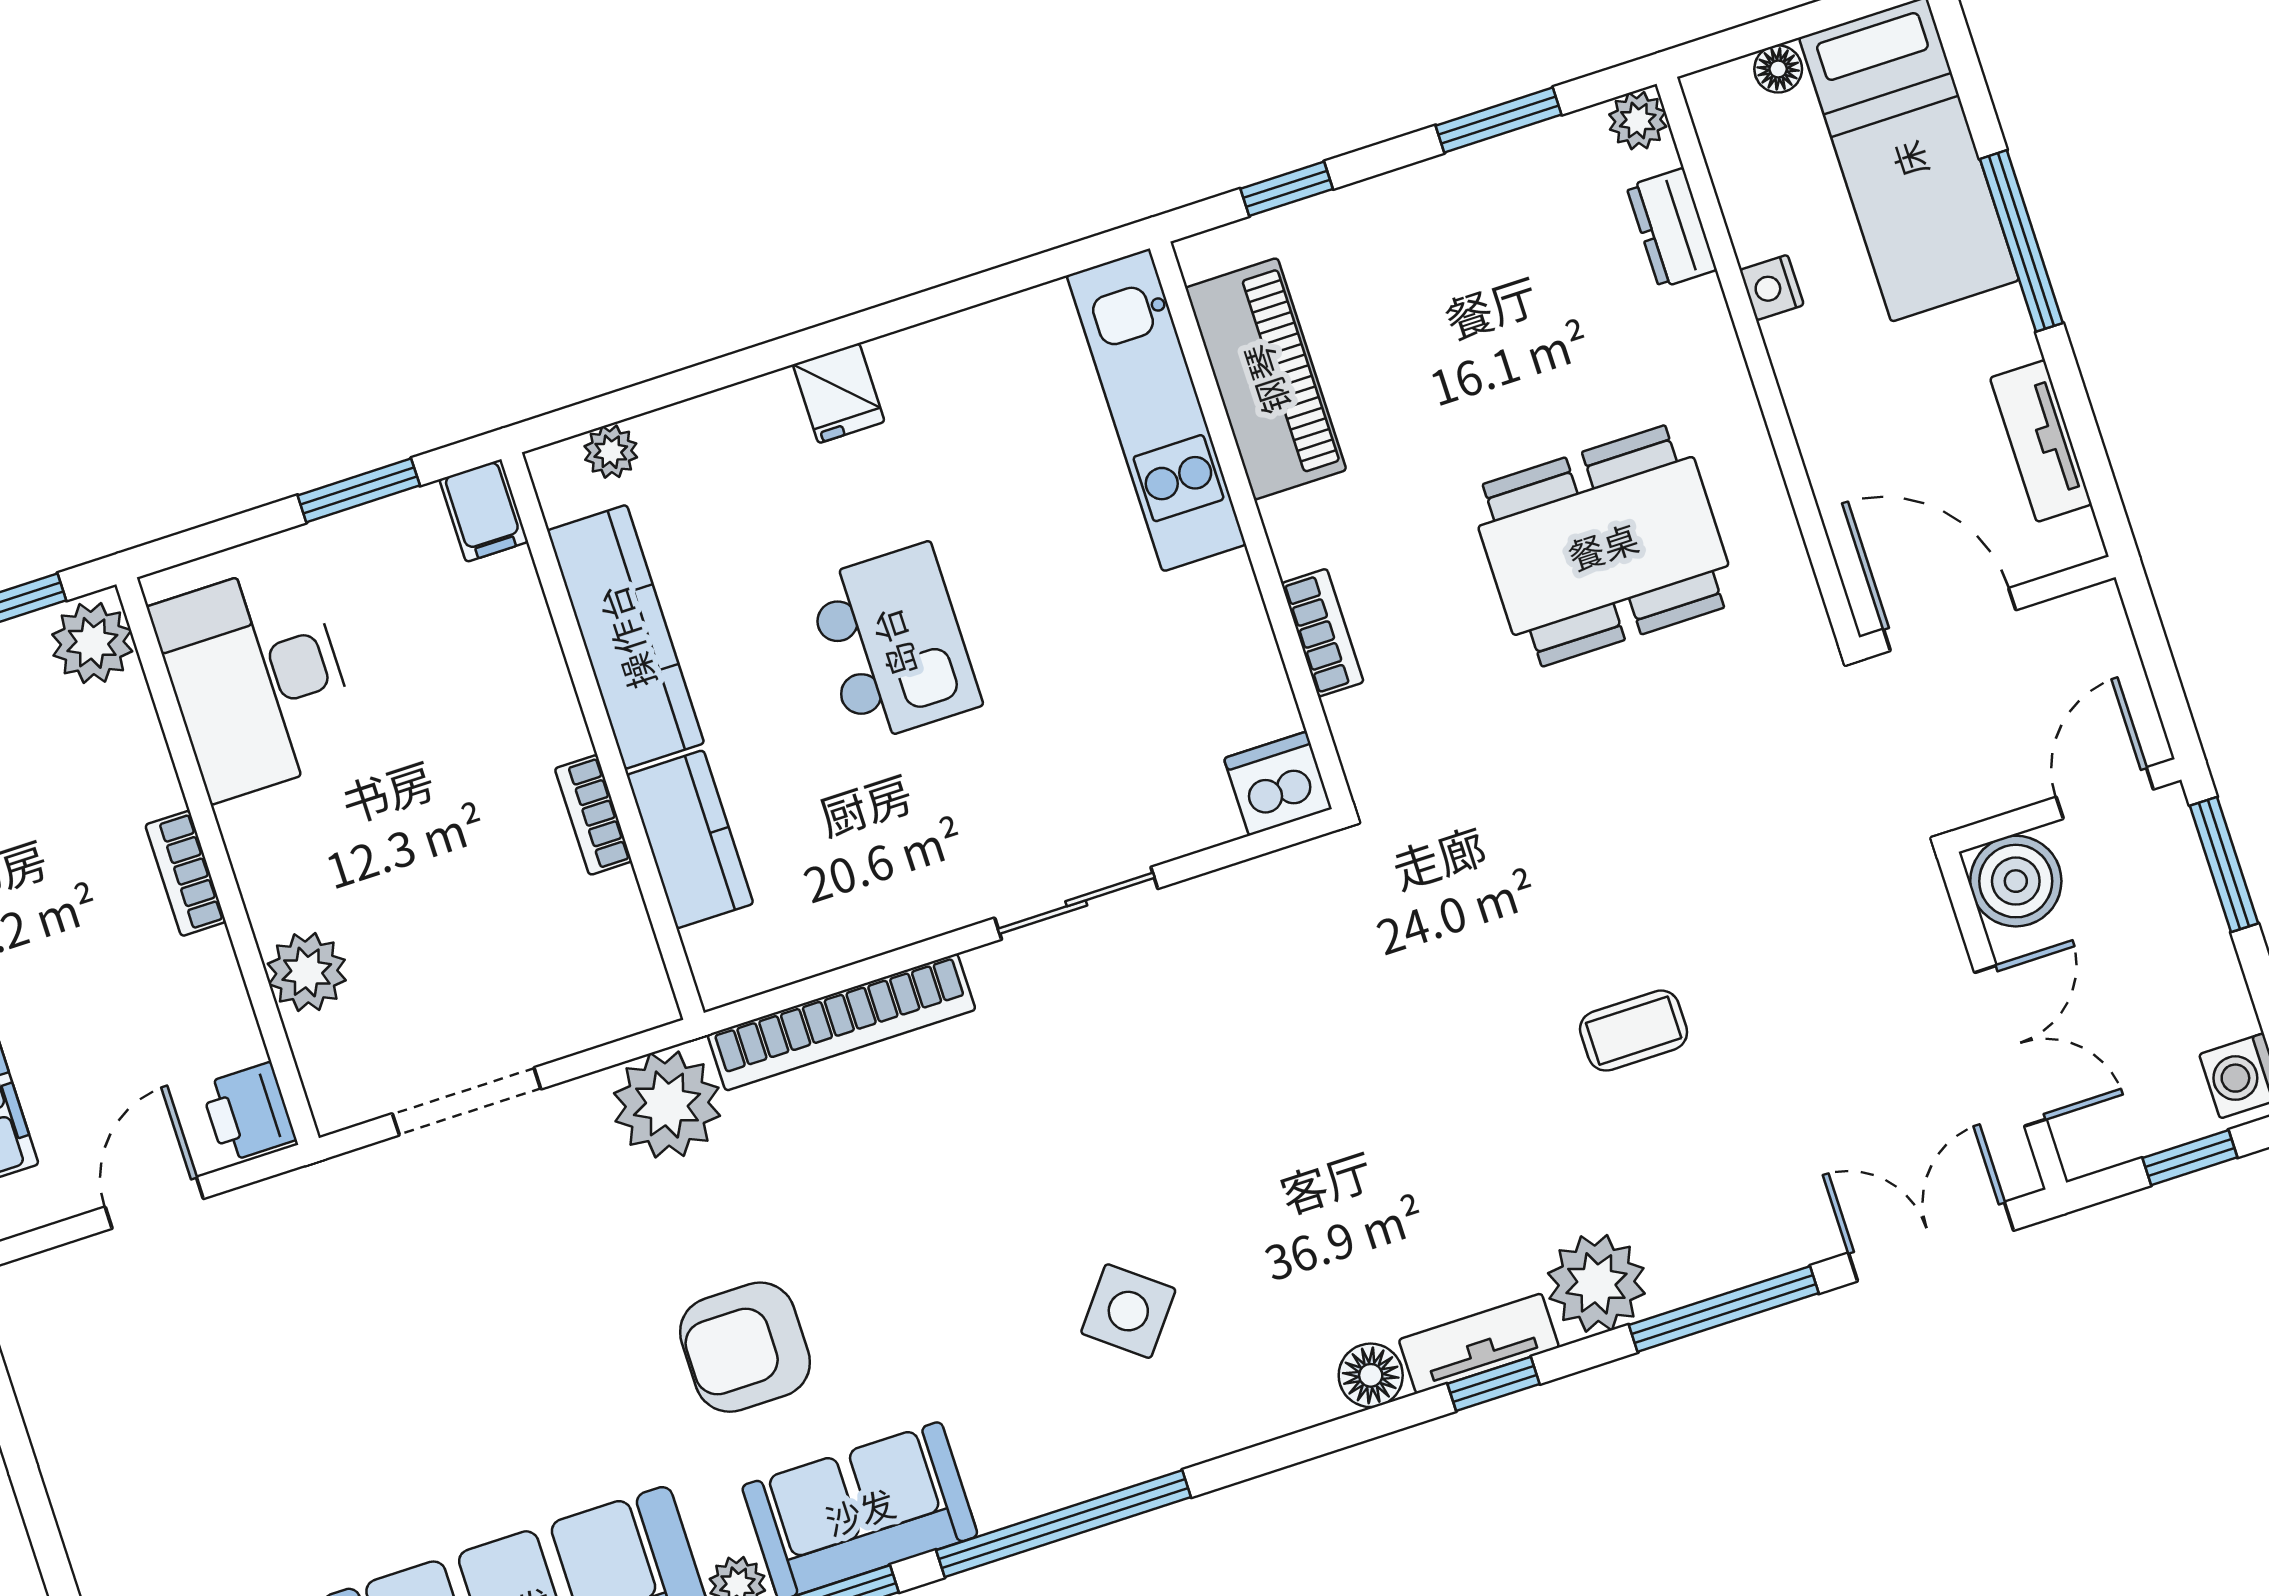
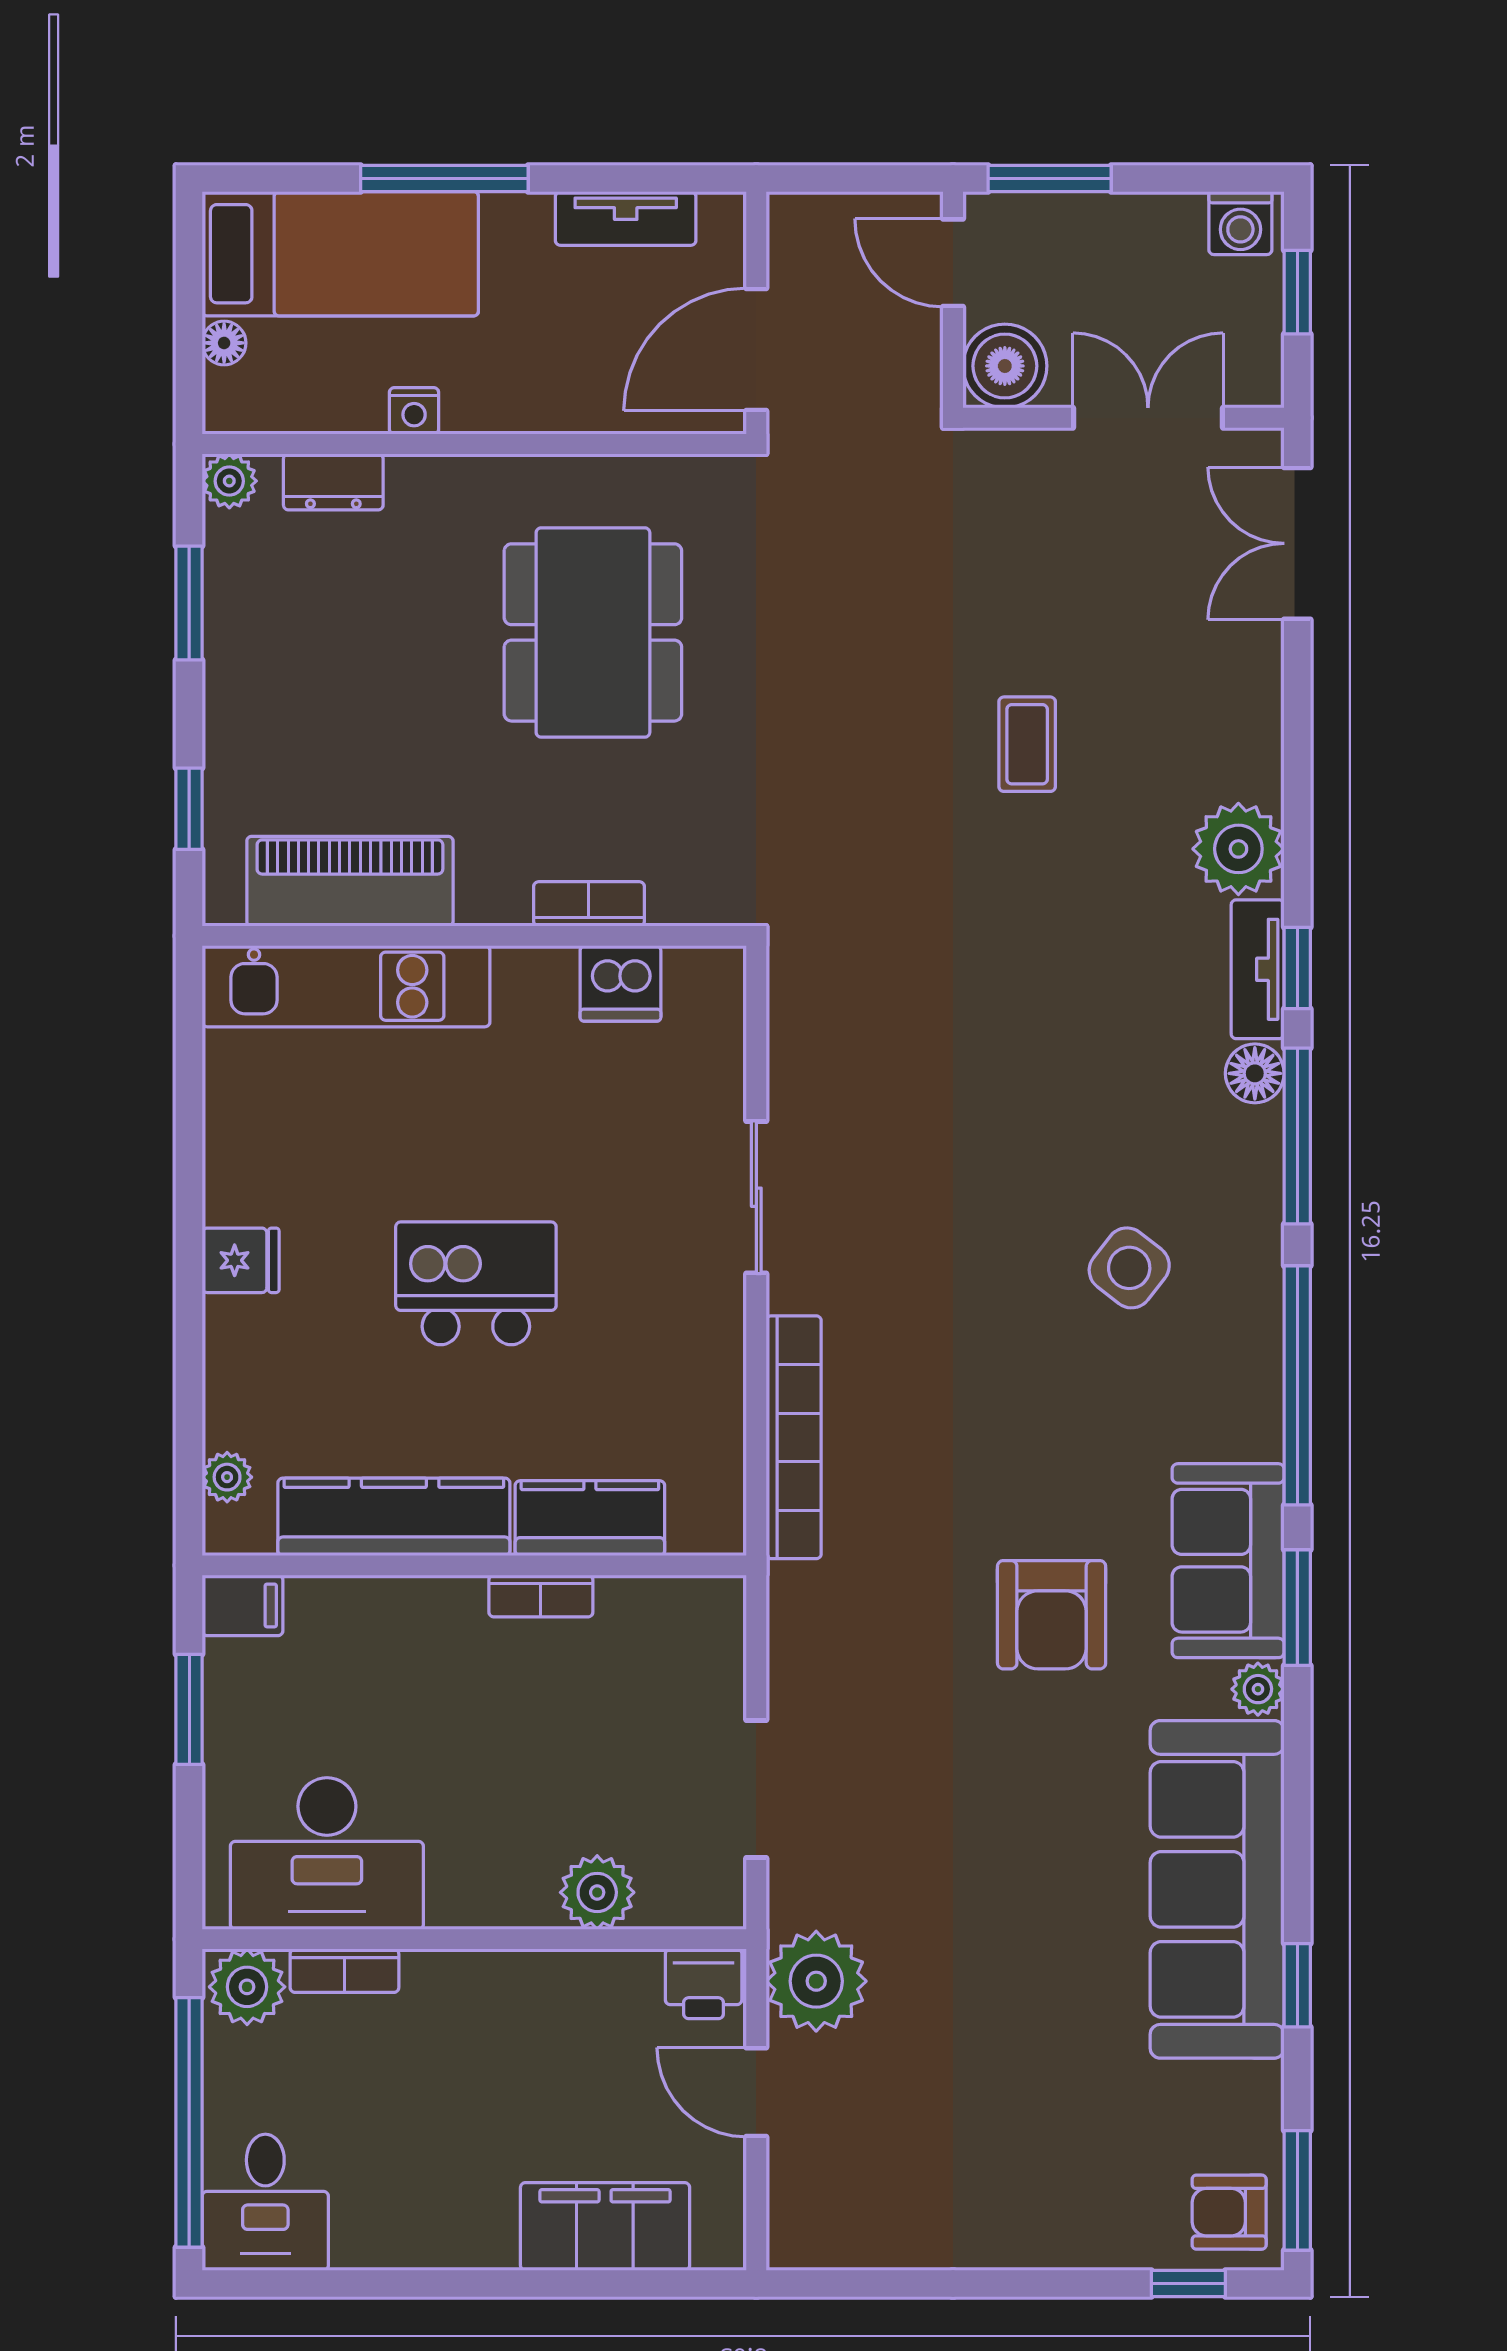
dishwasher: (1278, 784) -> (620, 983), moved, turned -90
bookcase: (186, 873) -> (344, 1971), moved
plant: (667, 1105) -> (816, 1981), moved
window: (1724, 1309) -> (1297, 1136), moved

